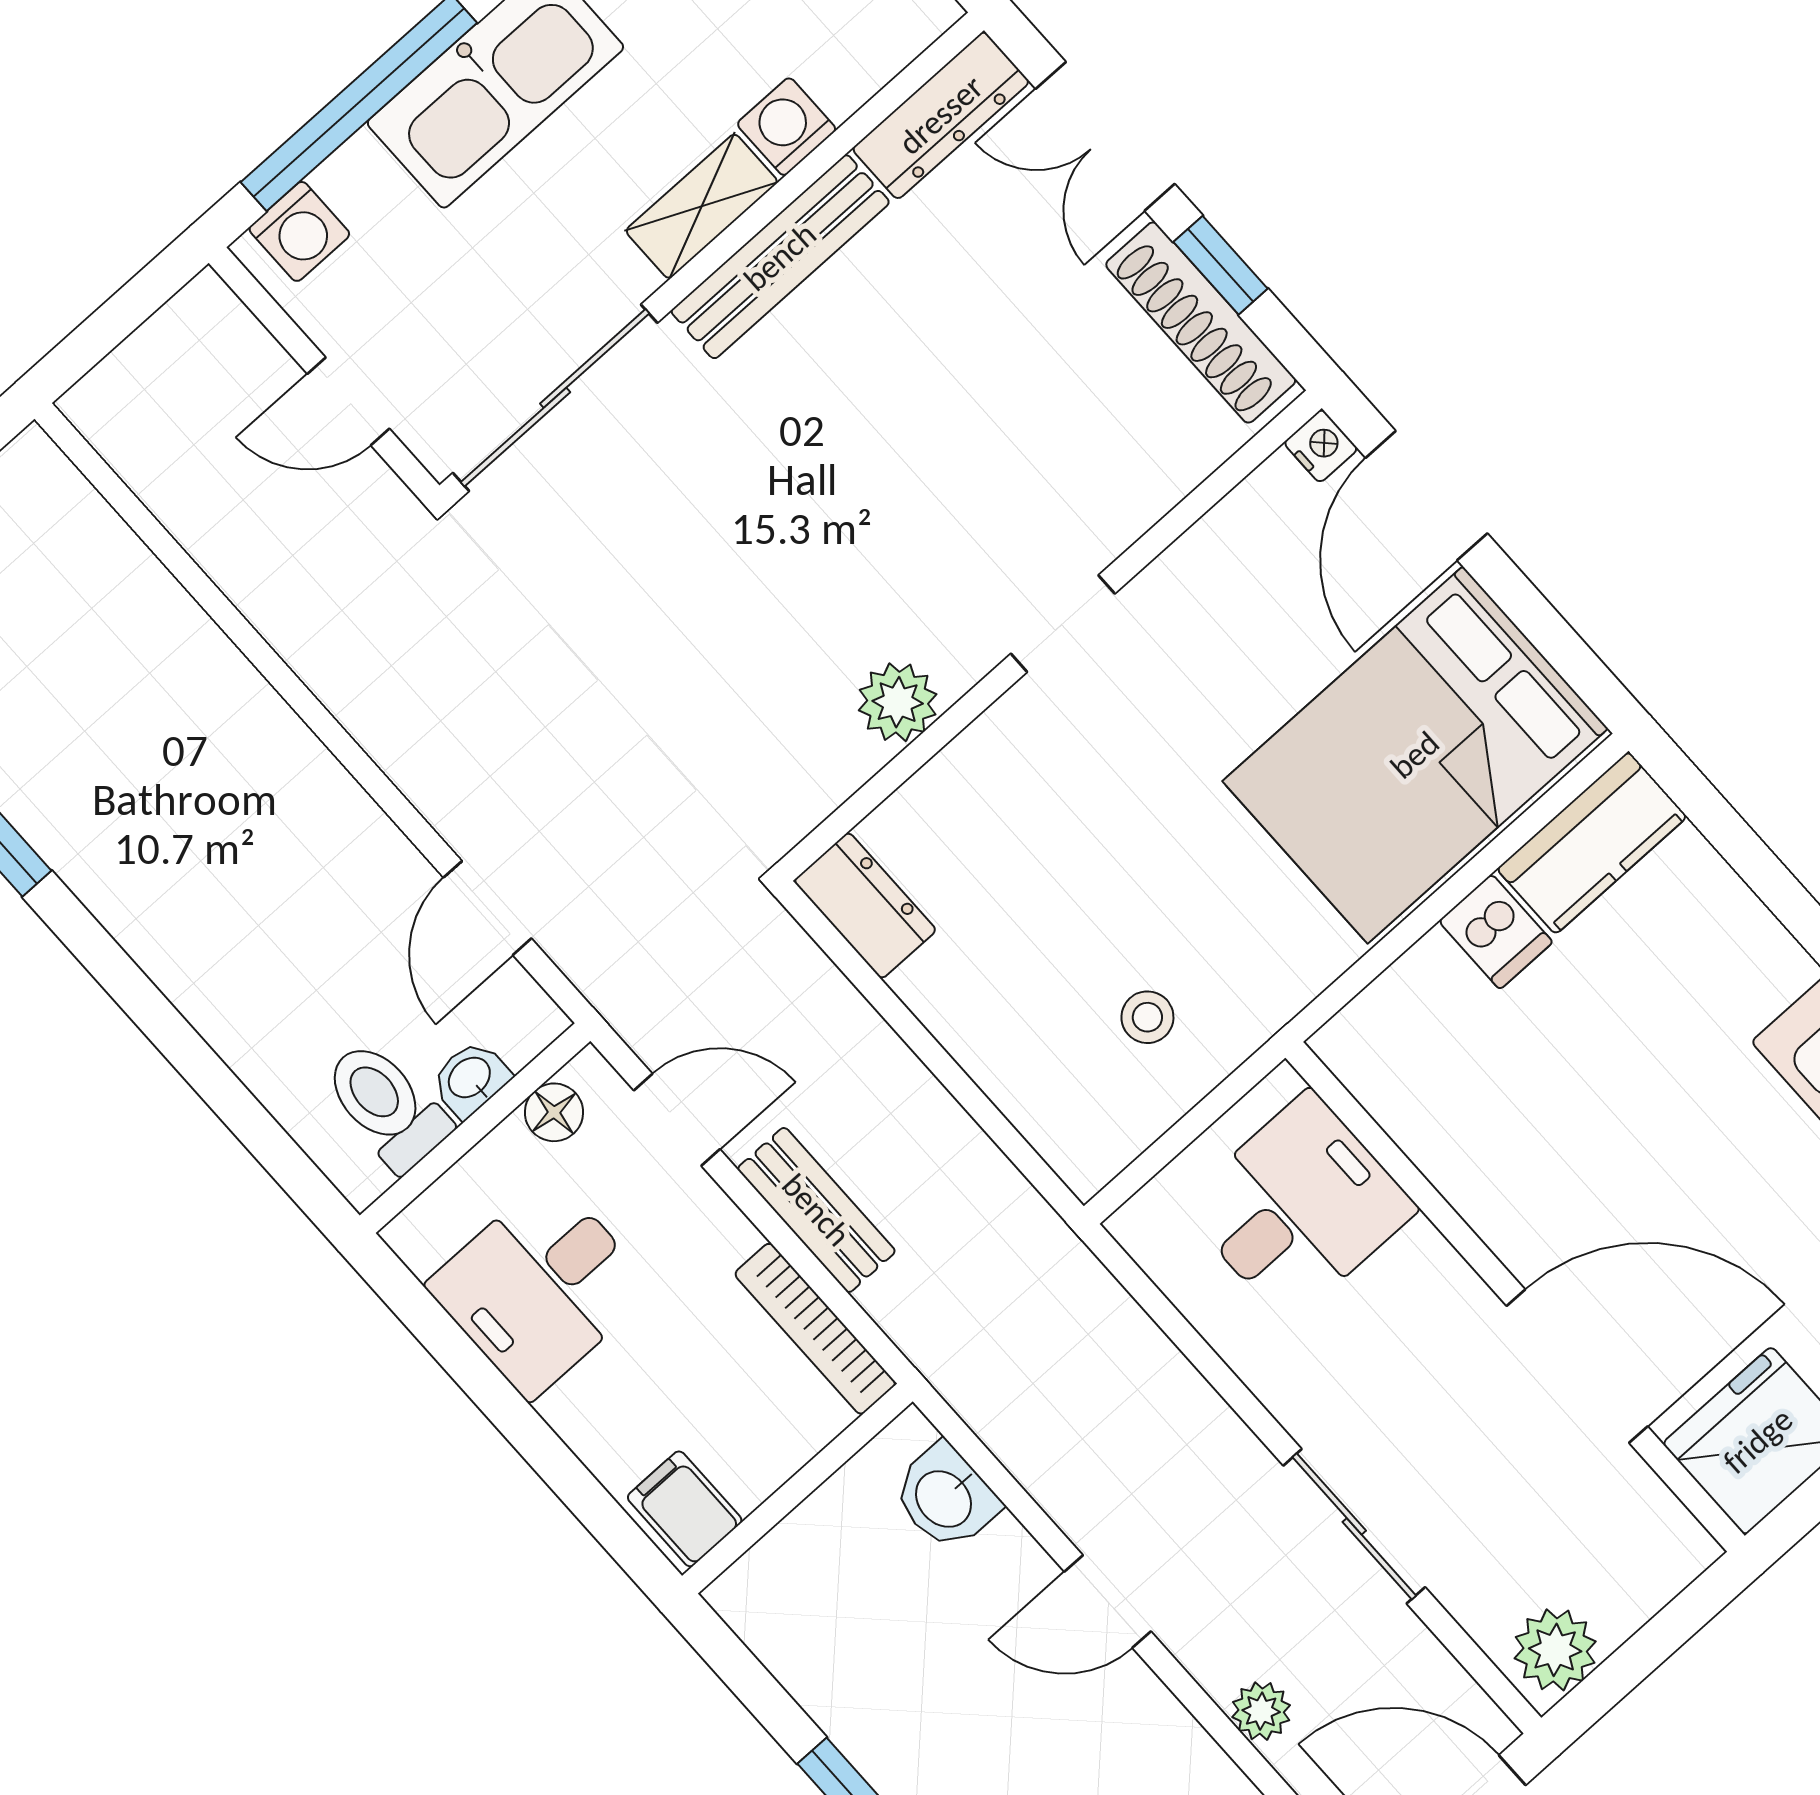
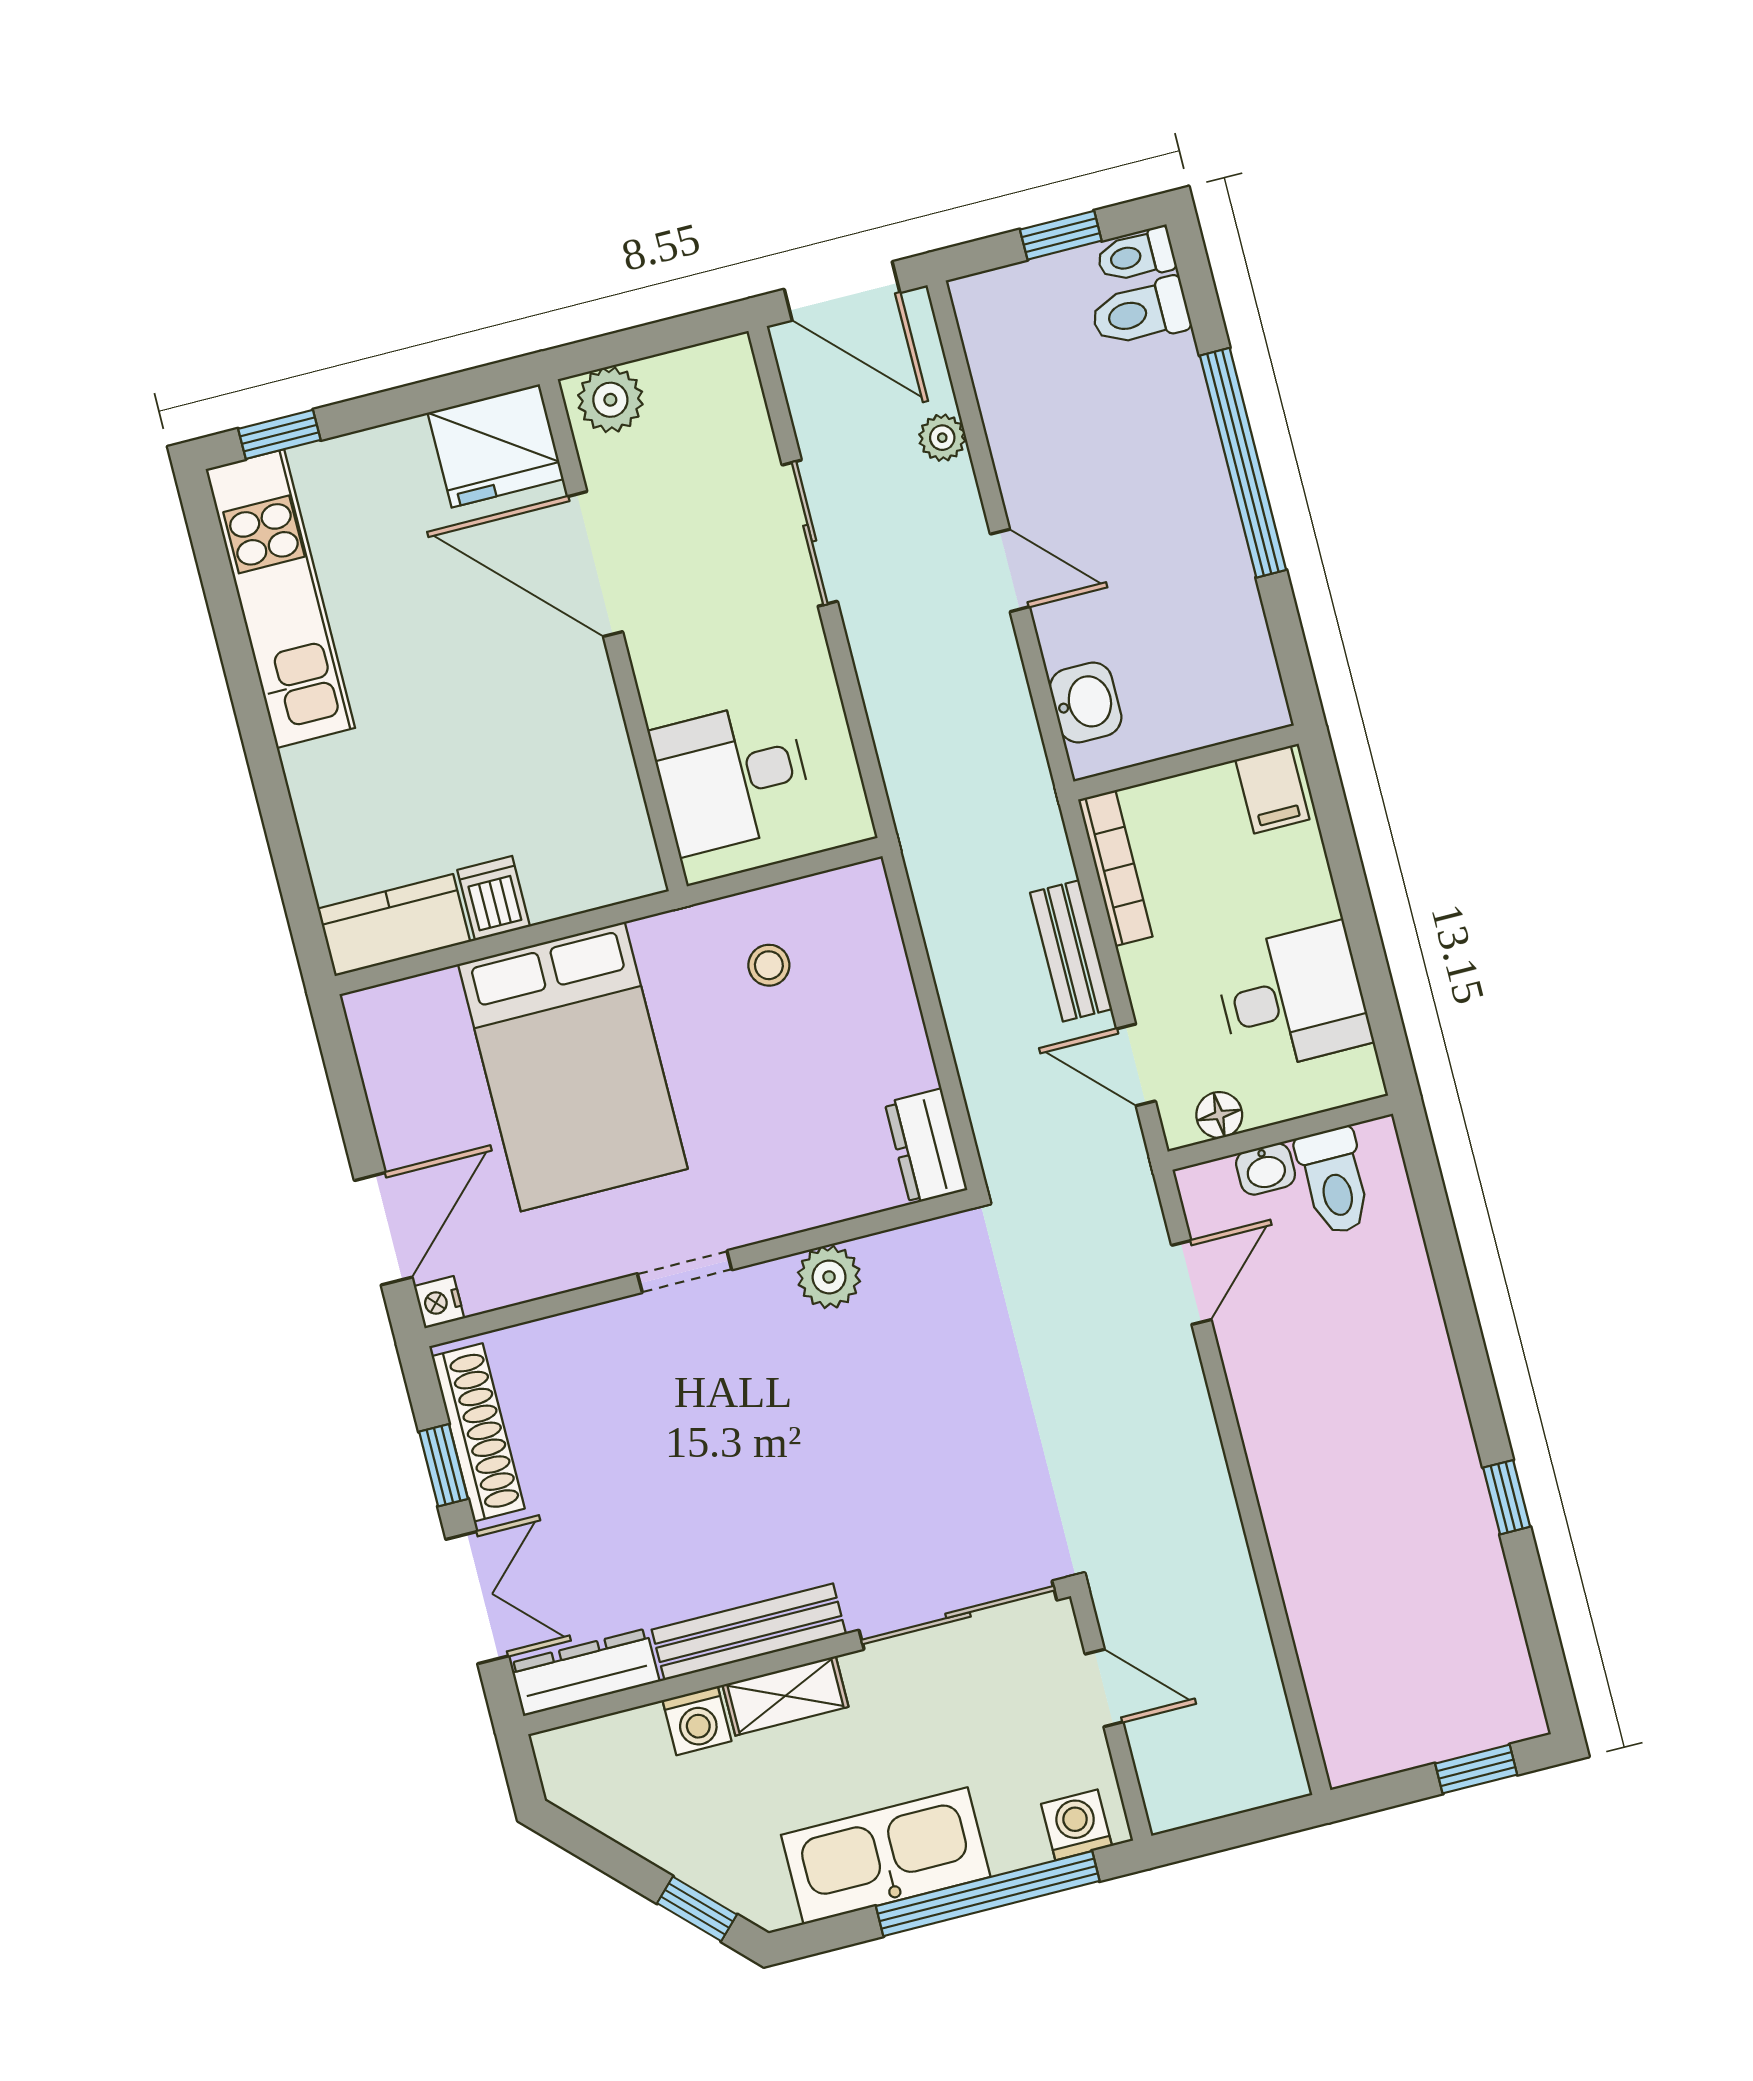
bed: (1415, 755) -> (573, 1066), moved, turned 90
plant: (1555, 1650) -> (610, 400), moved

